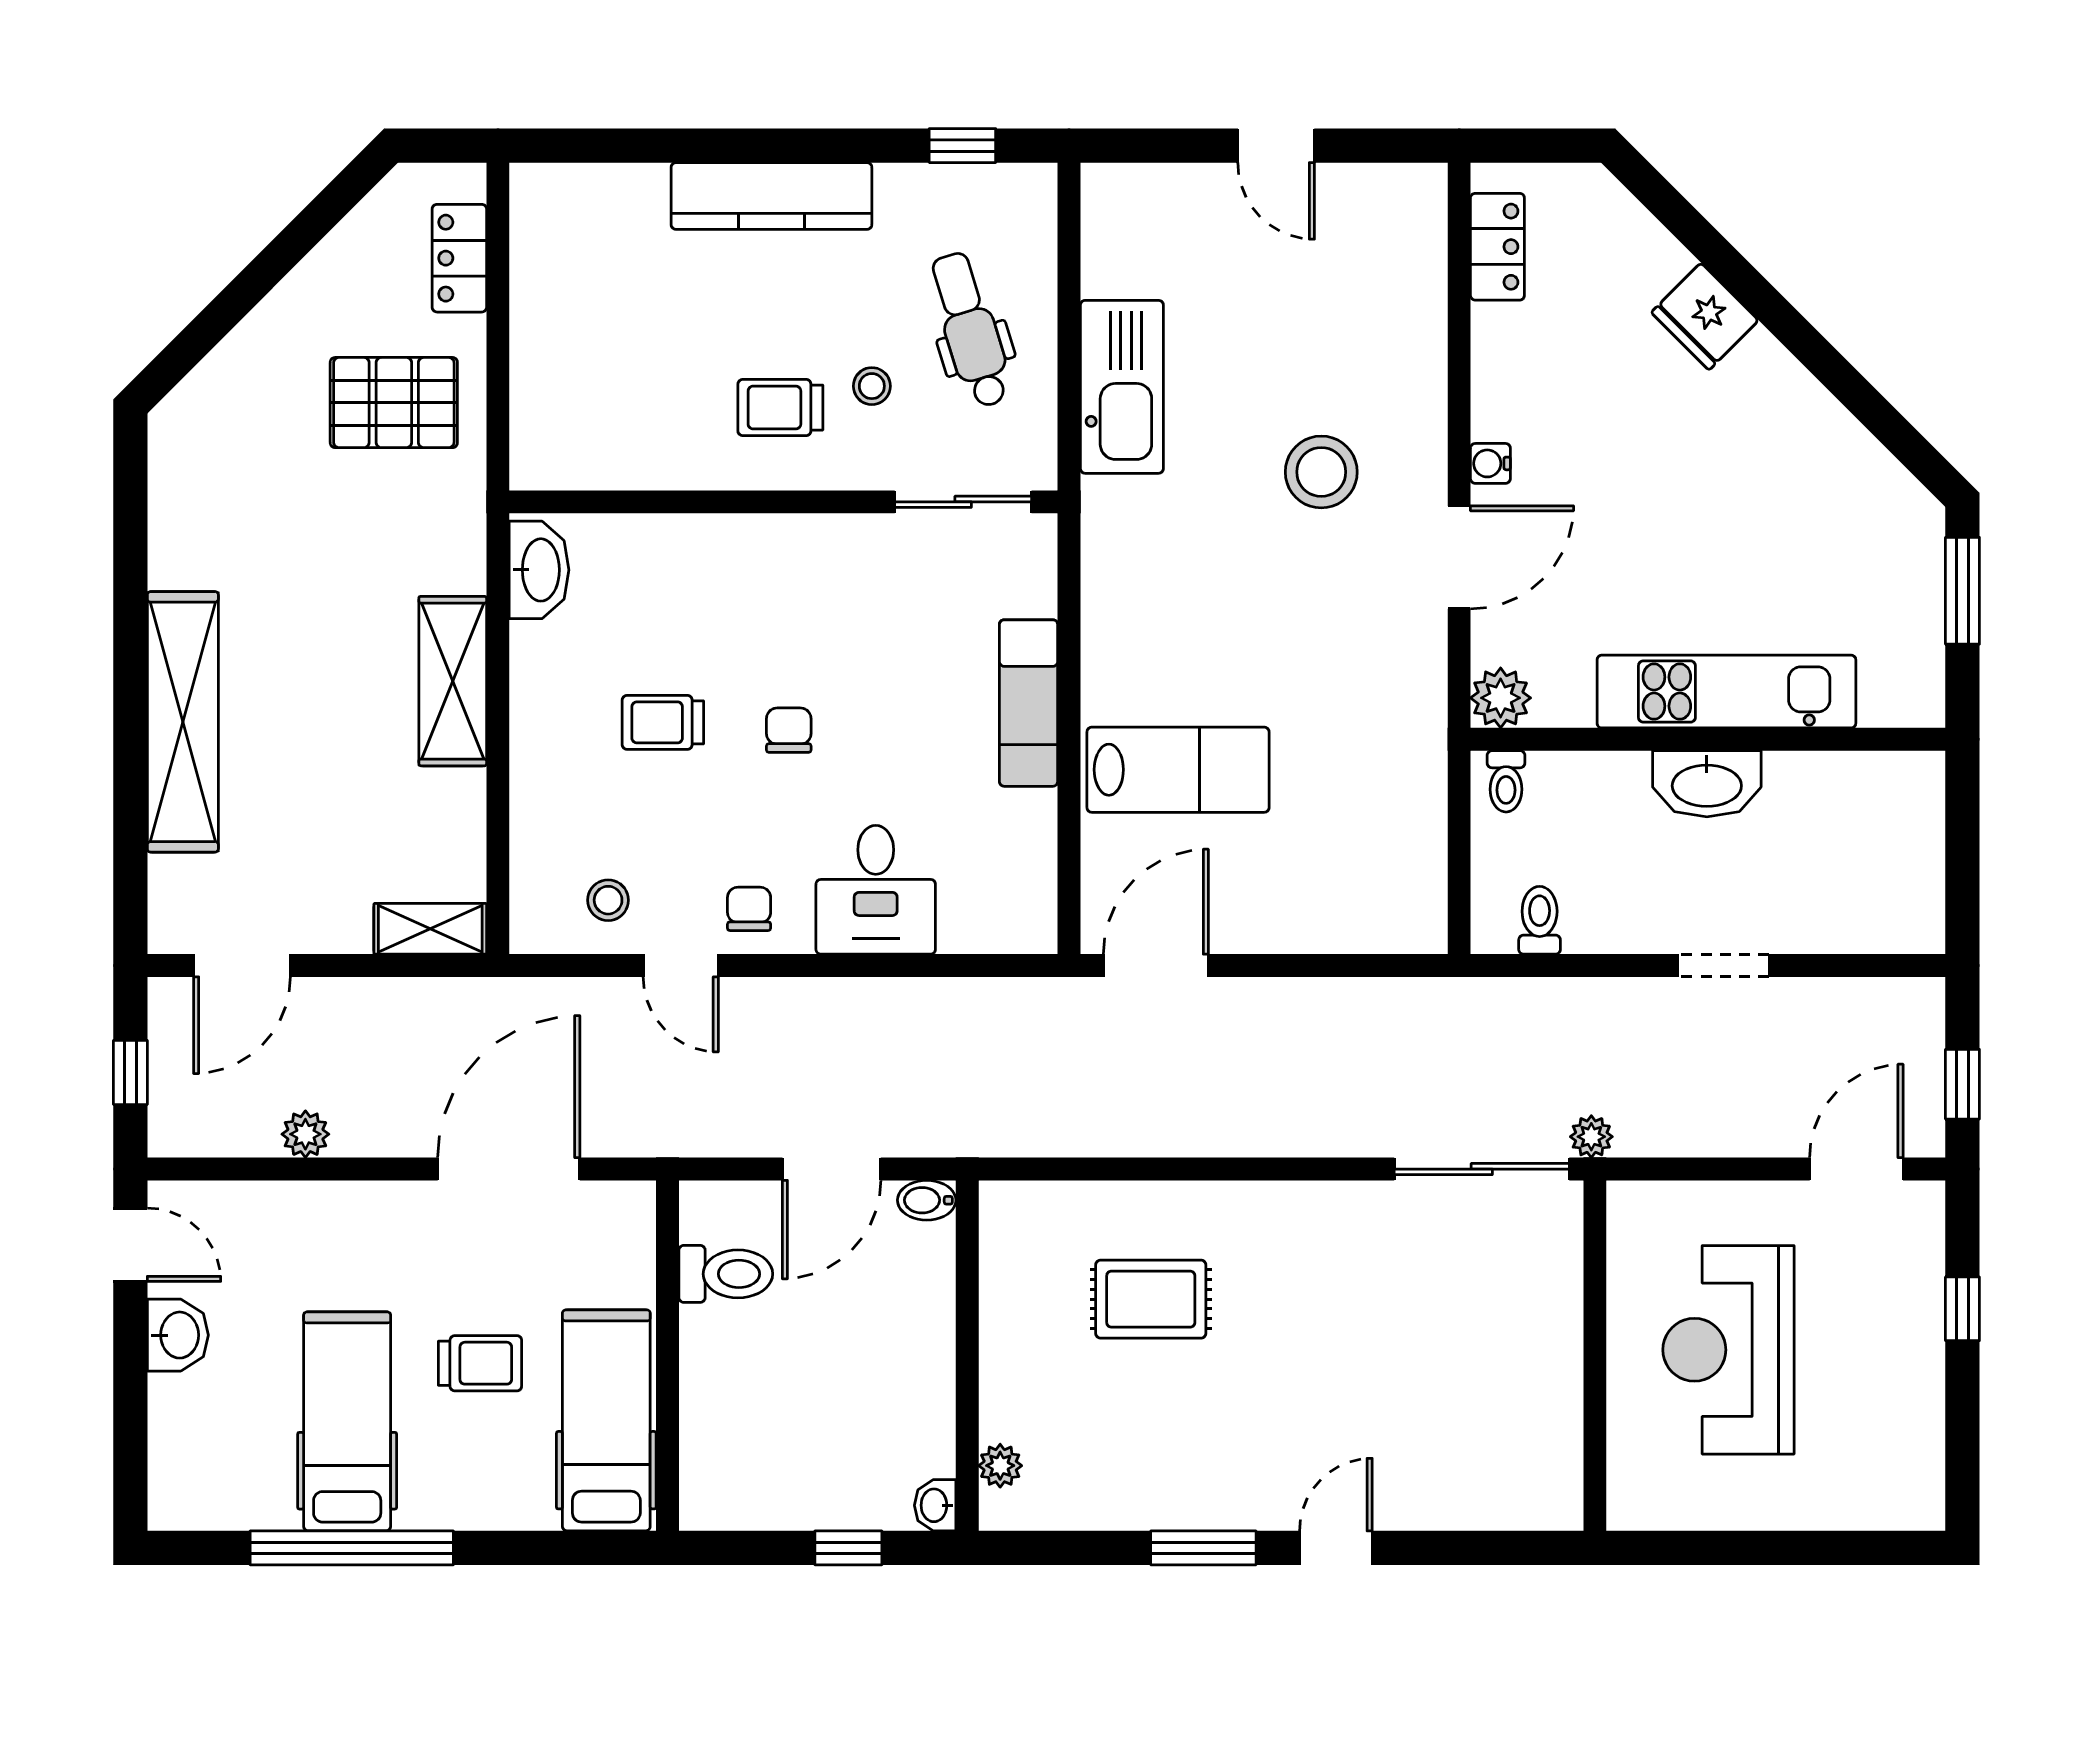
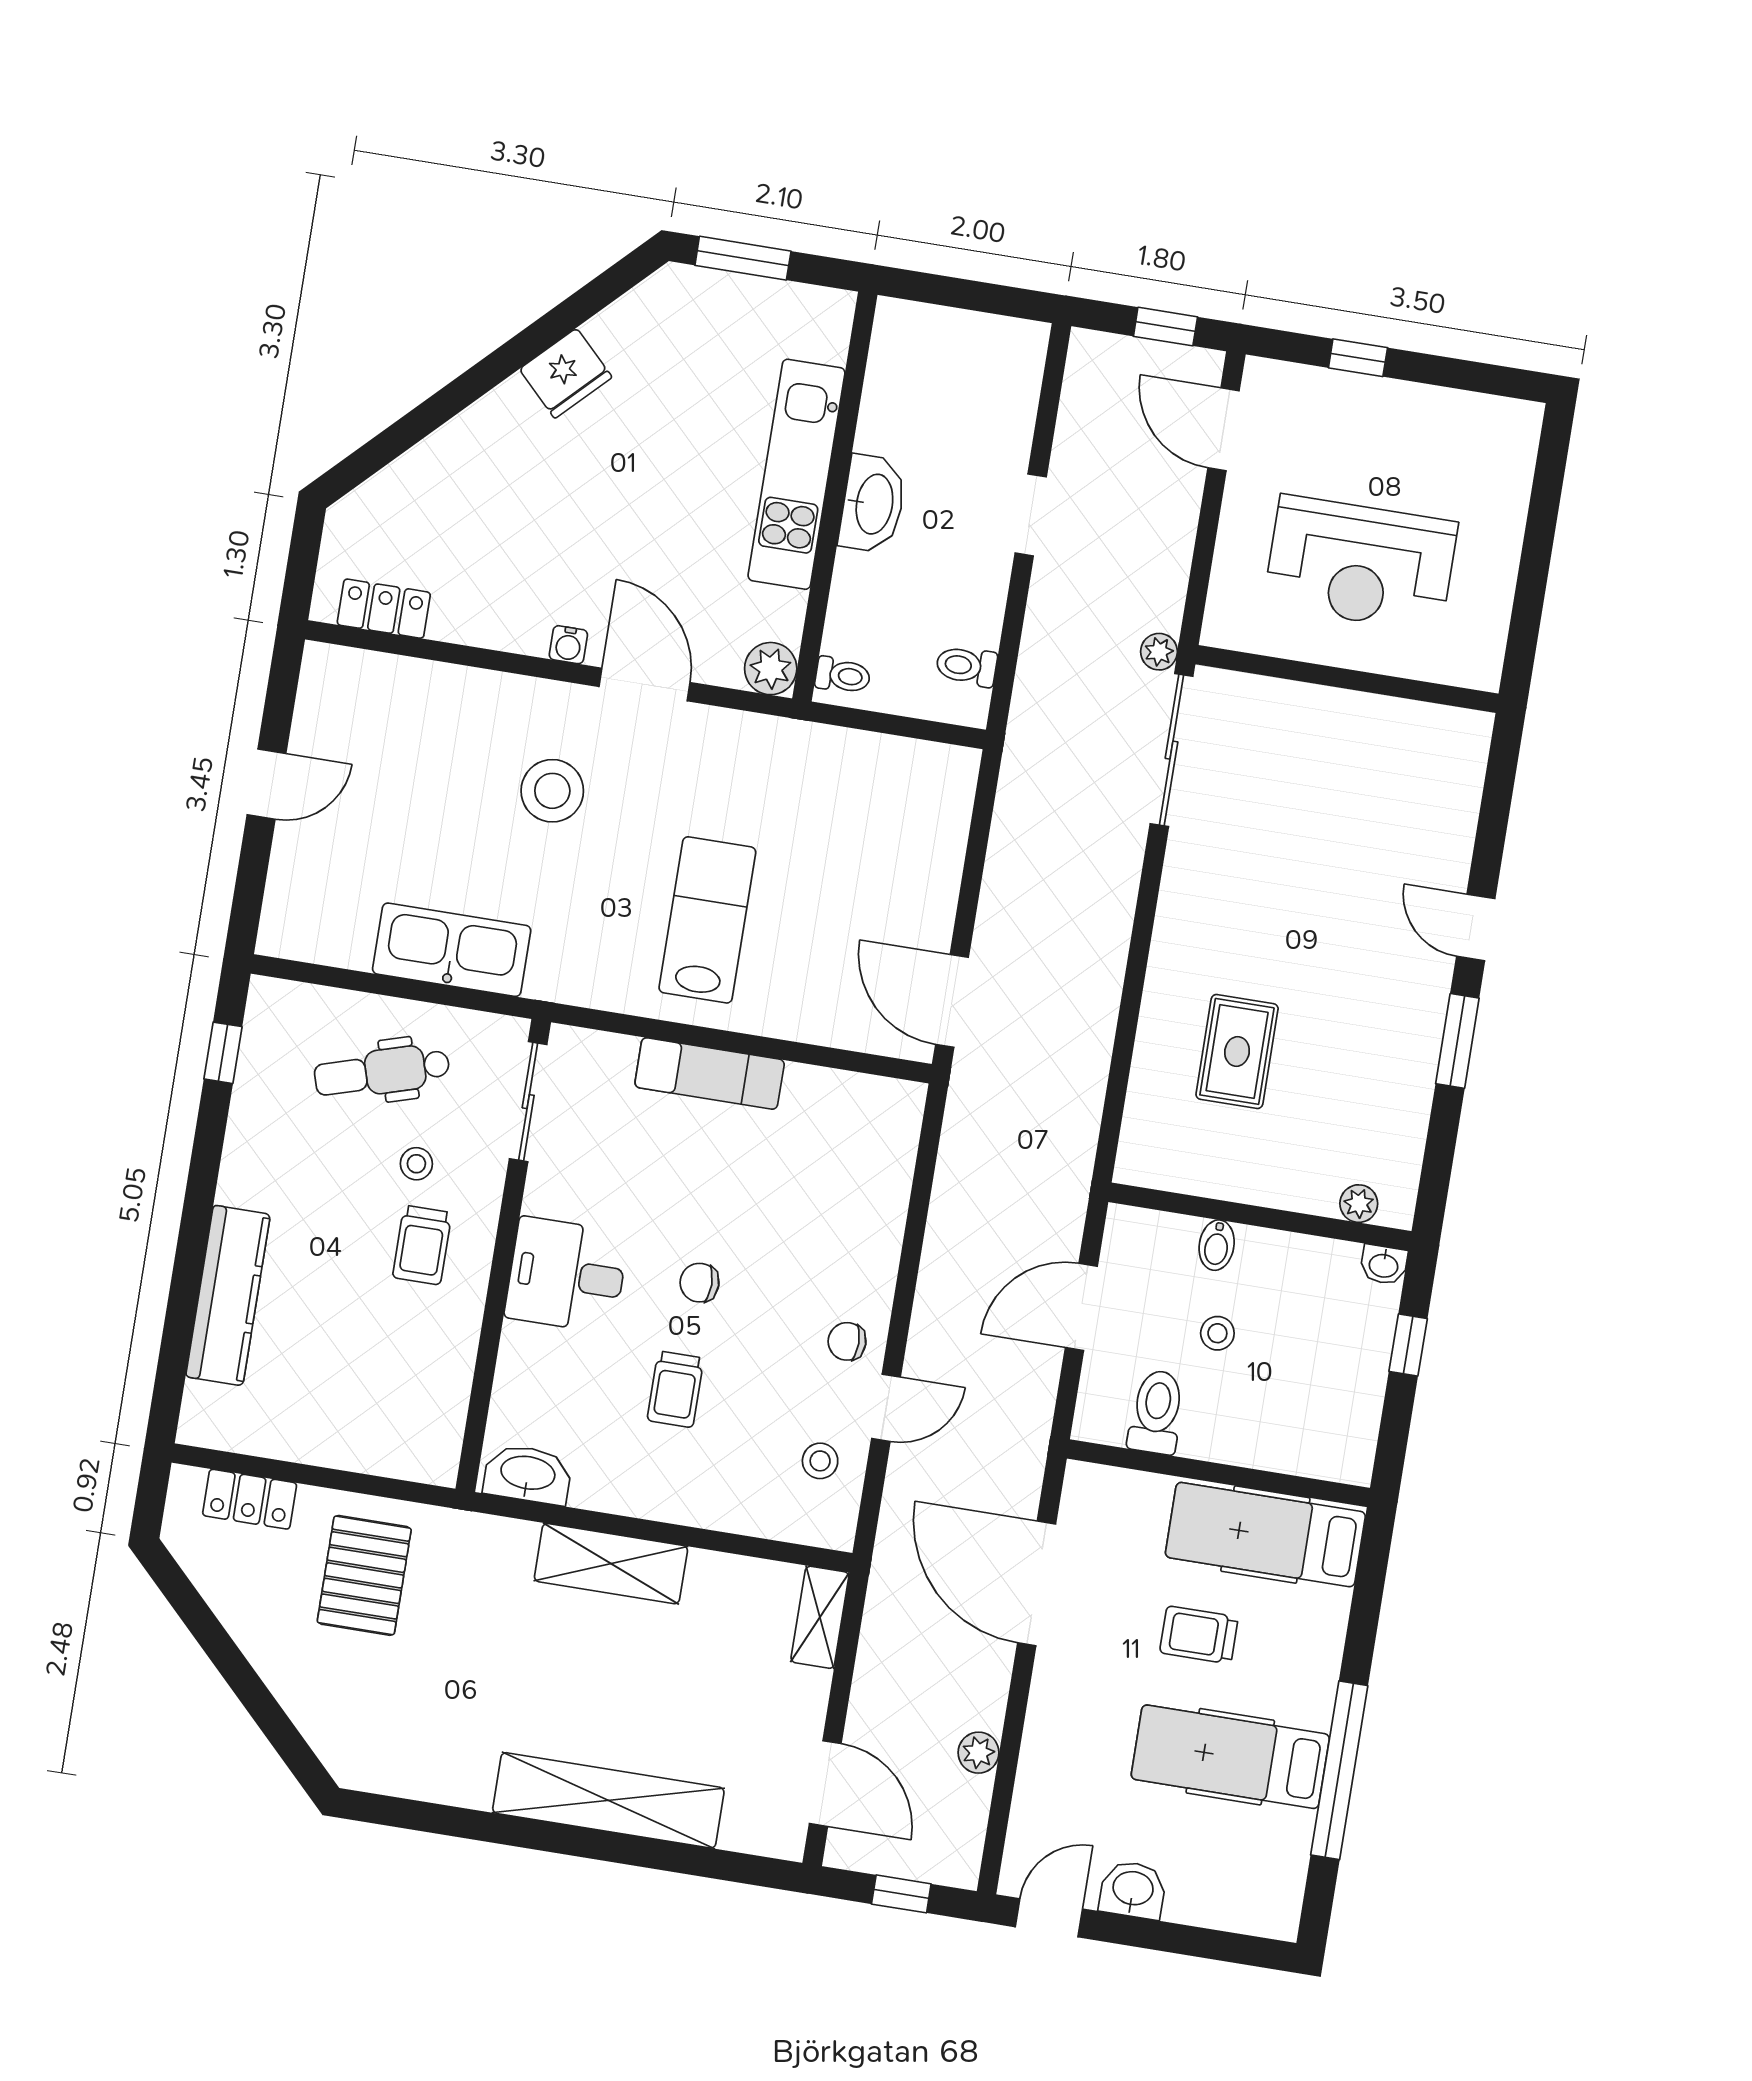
kitchen counter: (771, 196) -> (228, 1295), moved
fridge: (1705, 316) -> (566, 373), moved
lab bench: (1178, 770) -> (707, 920), moved
desk: (876, 890) -> (567, 1275), moved, turned 180
door: (832, 1169) -> (1081, 1307), swing flipped
bidet: (927, 1200) -> (1217, 1245), moved
stool: (827, 1329) -> (1217, 1333), added
trolley: (480, 1363) -> (1199, 1635), turned -90

